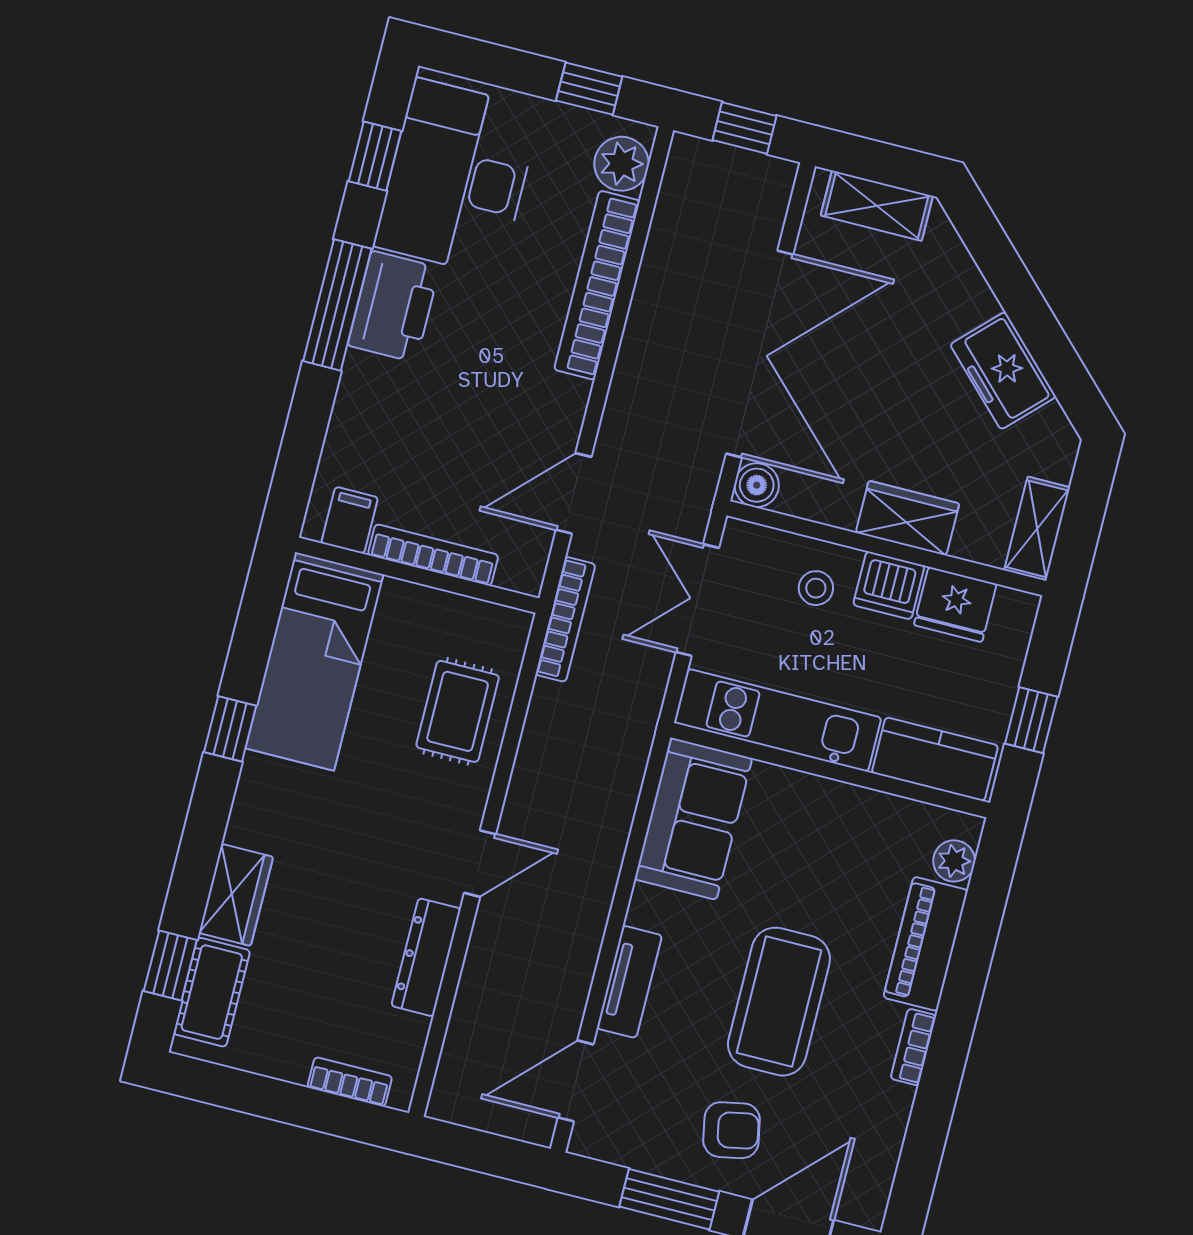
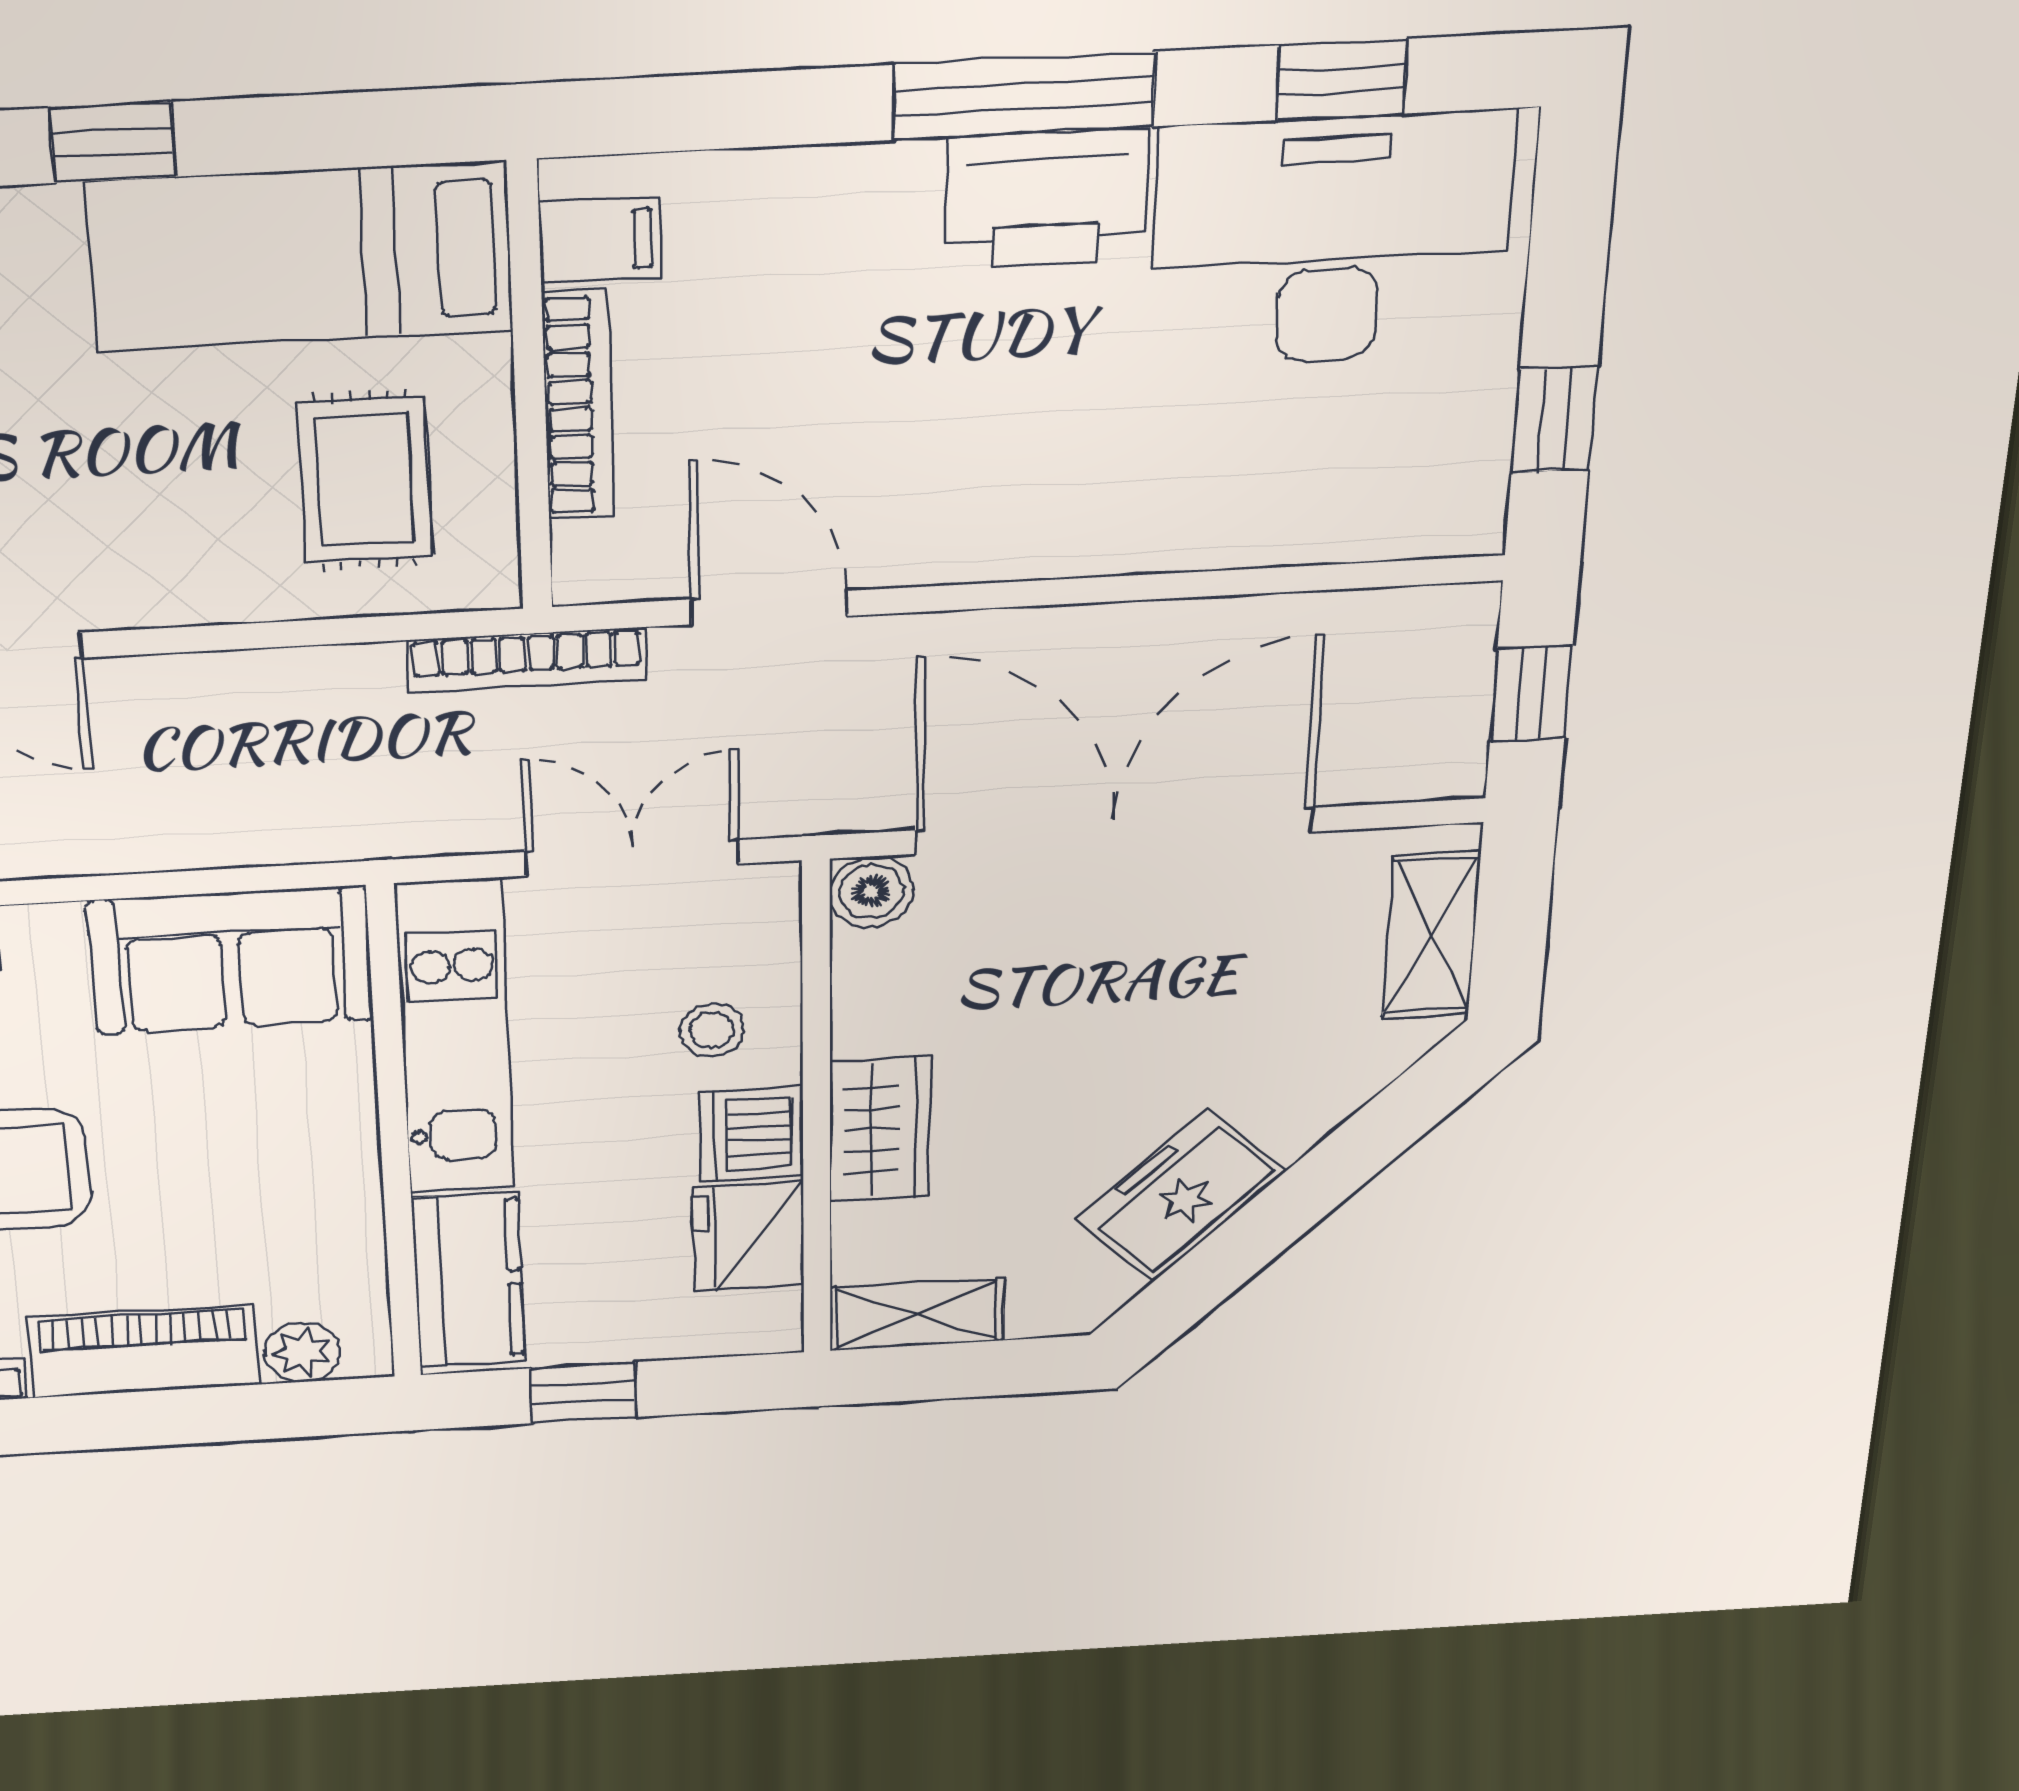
plant: (622, 164) -> (1420, 513), removed
bookcase: (597, 285) -> (1177, 537), removed
double door: (760, 354) -> (1114, 831), swing flipped
rug: (458, 711) -> (365, 481), moved, turned 90

